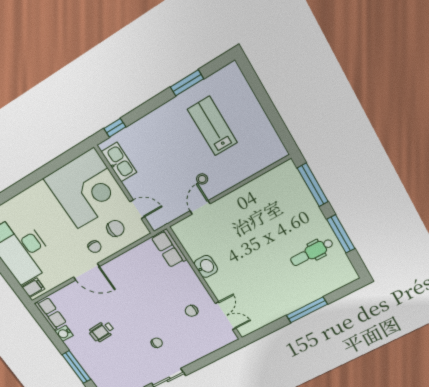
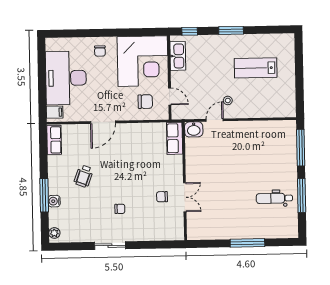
window: (187, 83) -> (231, 30), moved
lab bench: (212, 126) -> (256, 68), turned -90
chair: (95, 247) -> (100, 51), moved
washbasin: (206, 266) -> (194, 129), moved, turned 90
door: (86, 272) -> (103, 122), hinge flipped
double door: (226, 316) -> (185, 197), moved
wheelchair: (102, 331) -> (84, 176), turned -66
water cooler: (64, 333) -> (54, 201), moved

